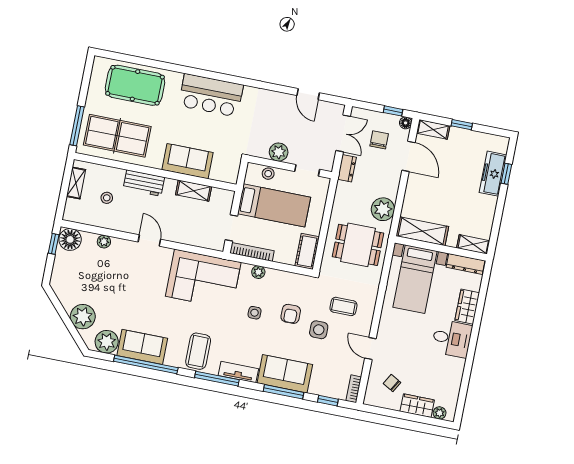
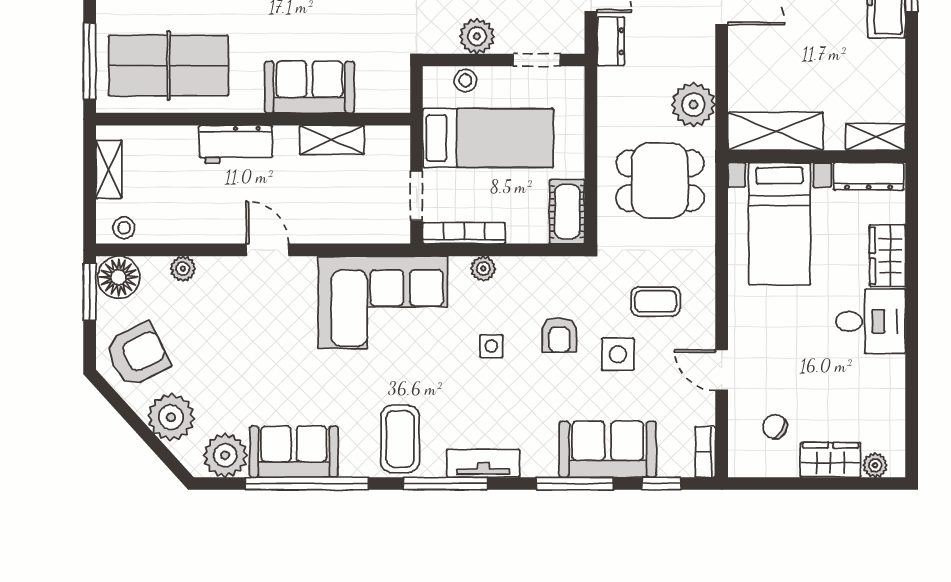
stool: (107, 198) -> (124, 228), moved
window: (54, 244) -> (90, 292), width x1.50
armchair: (72, 281) -> (137, 354), added
sofa: (285, 374) -> (608, 449), moved

